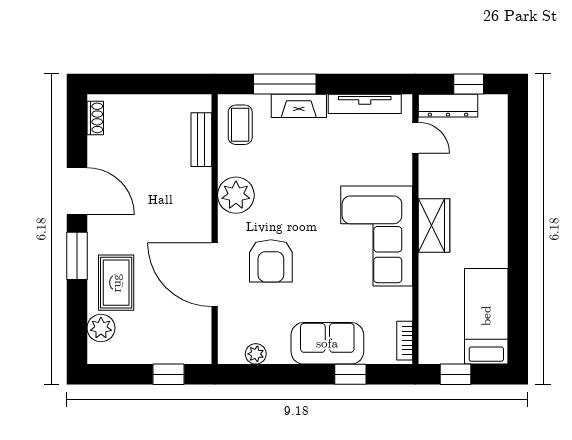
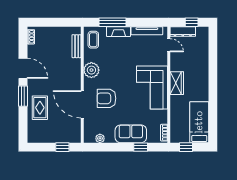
armchair: (271, 261) -> (107, 98), turned 90
plant: (101, 328) -> (33, 127), removed

